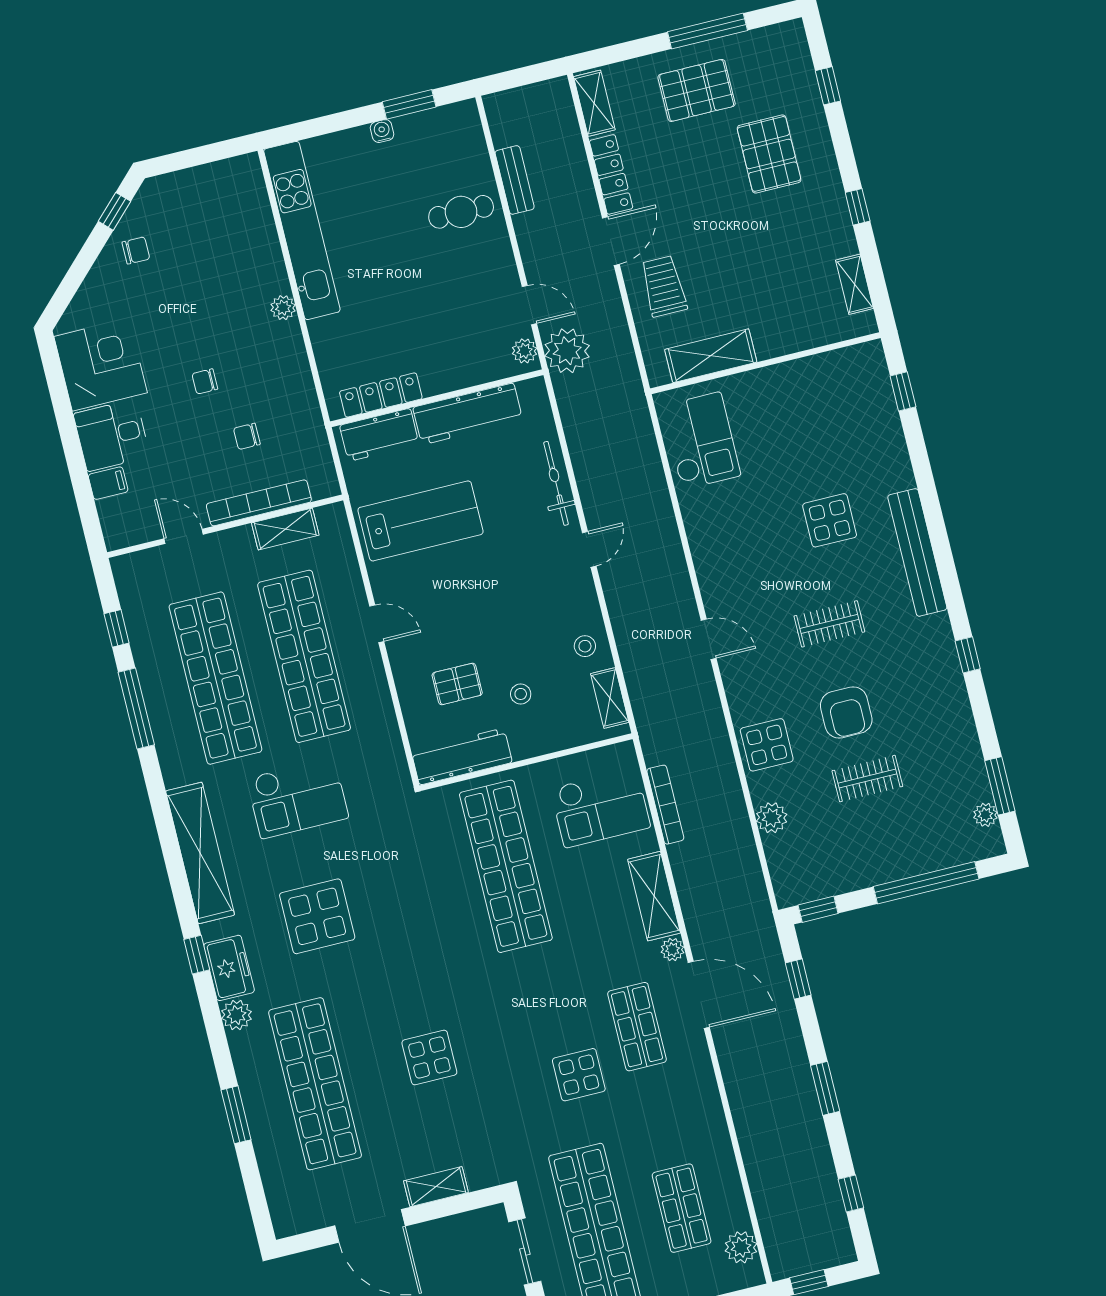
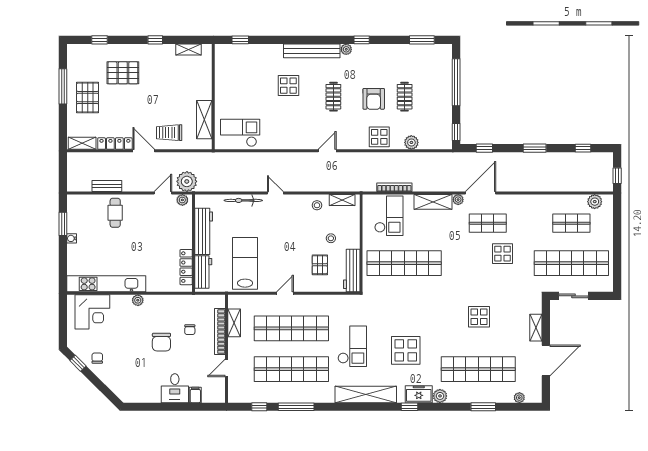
corner desk: (101, 365) -> (92, 312), moved, turned 180
chair: (205, 381) -> (161, 342), width x1.87, depth x1.87
armchair: (846, 712) -> (374, 99), turned 90
plant: (985, 815) -> (346, 49), moved
plant: (275, 1188) -> (519, 398), added

